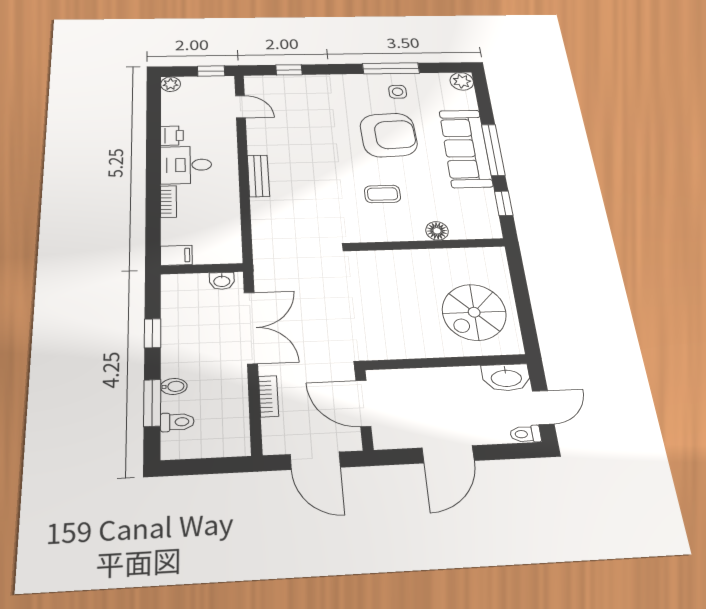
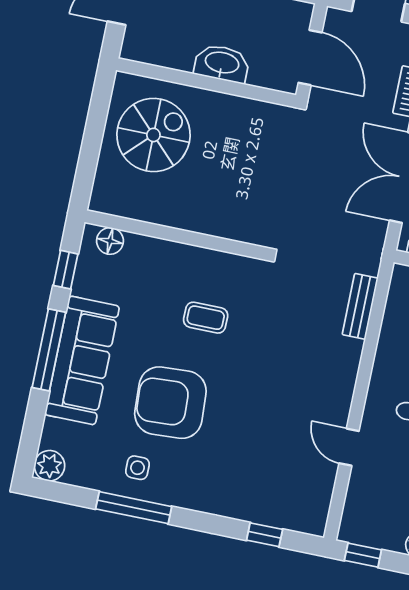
door: (240, 107) -> (349, 447), moved
bench: (258, 176) -> (360, 306), moved
floor lamp: (437, 231) -> (110, 241), moved
washbasin: (506, 378) -> (222, 63), moved

